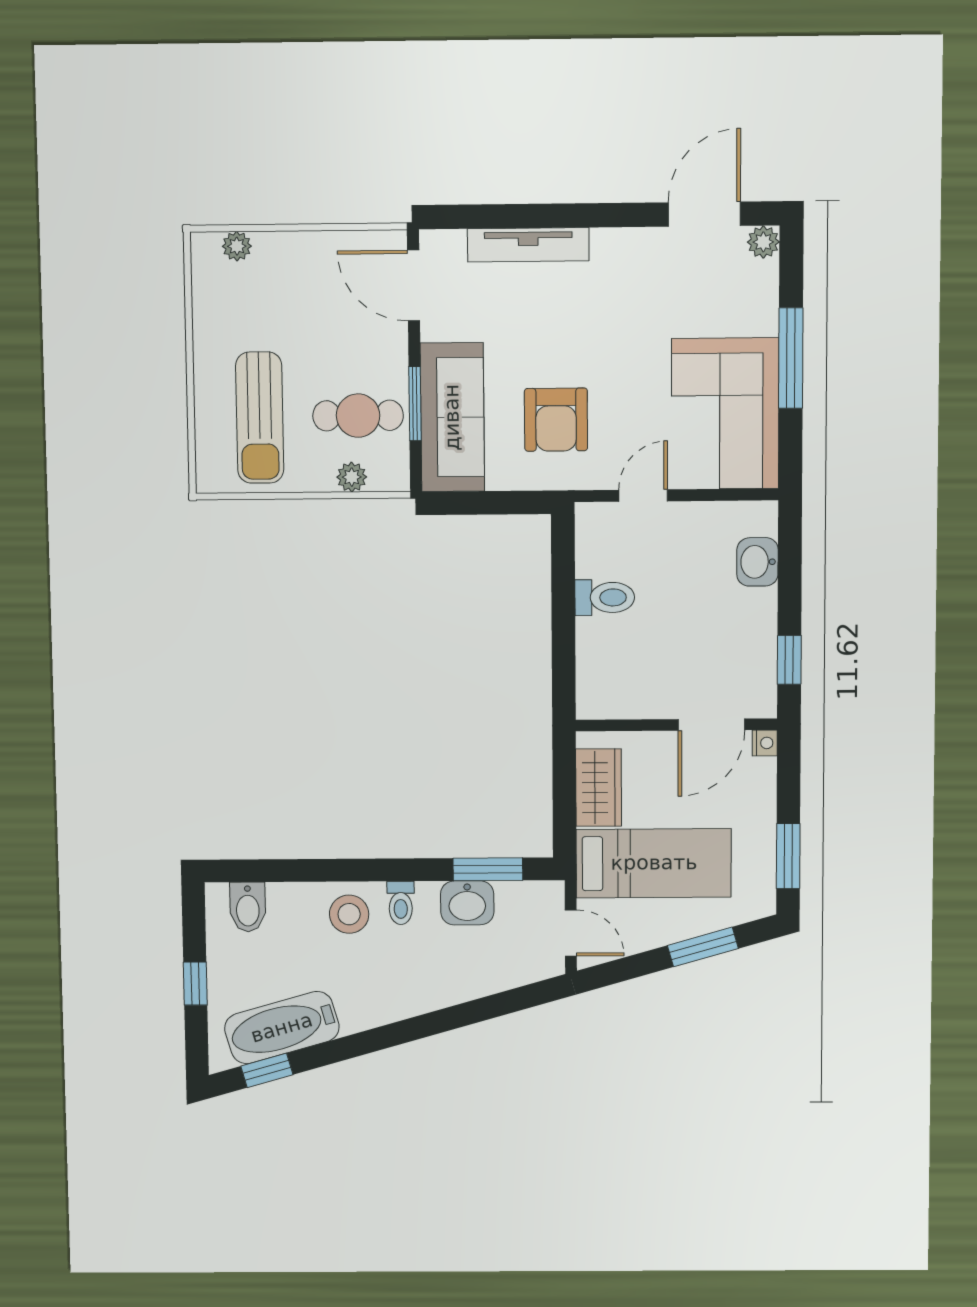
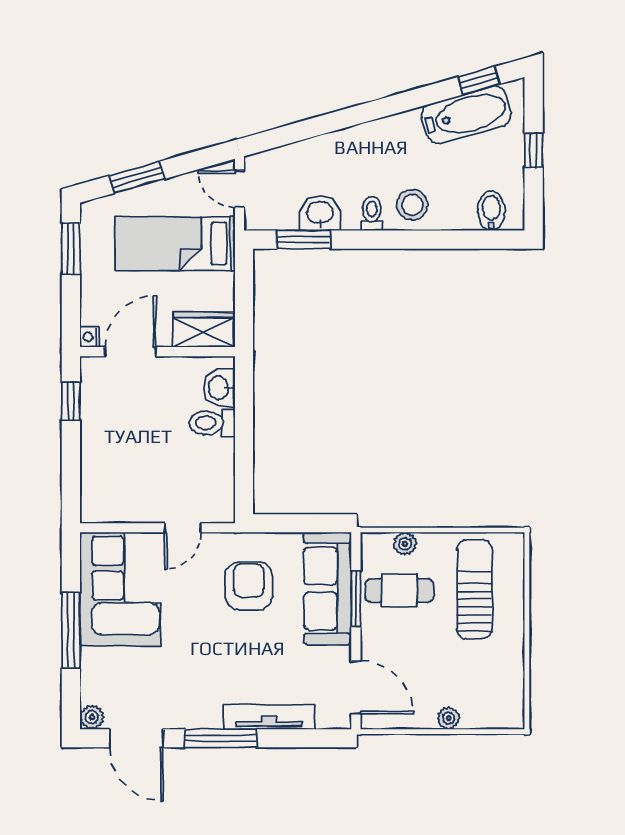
door: (704, 214) -> (136, 738), hinge flipped
window: (593, 215) -> (220, 738), added
plant: (237, 246) -> (449, 718), moved
washbasin: (757, 562) -> (219, 388), moved, turned 180
toilet: (605, 598) -> (212, 423), moved
wardrobe: (599, 788) -> (203, 330), moved, turned 90

